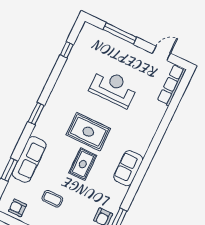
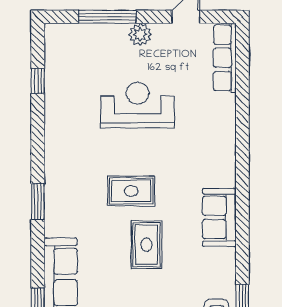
plant: (133, 51) -> (140, 34), added
rug: (88, 132) -> (131, 191), width x0.73, depth x0.70

